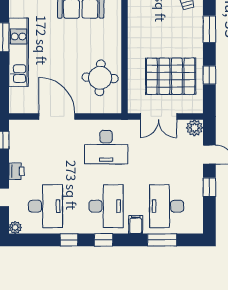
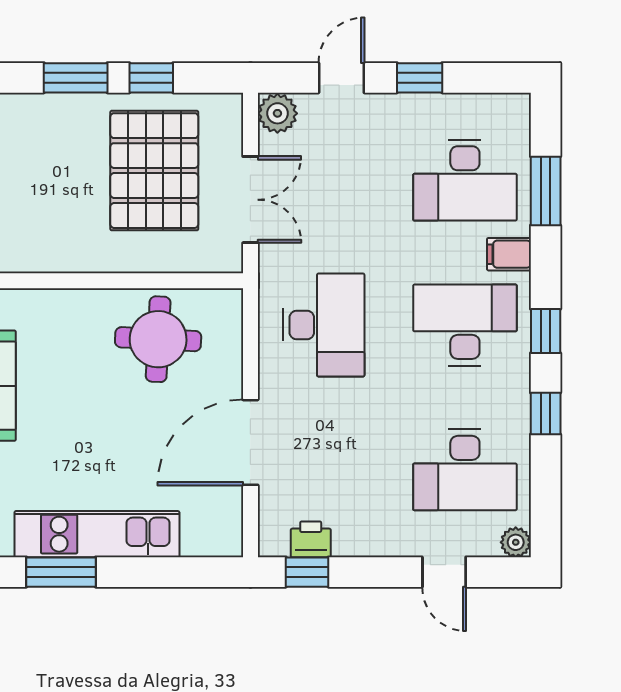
window: (209, 29) -> (76, 78), moved
printer: (16, 171) -> (311, 539), moved
desk: (45, 206) -> (465, 470), turned 180

